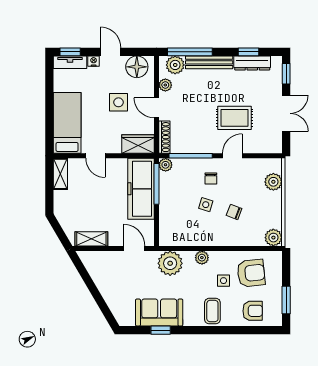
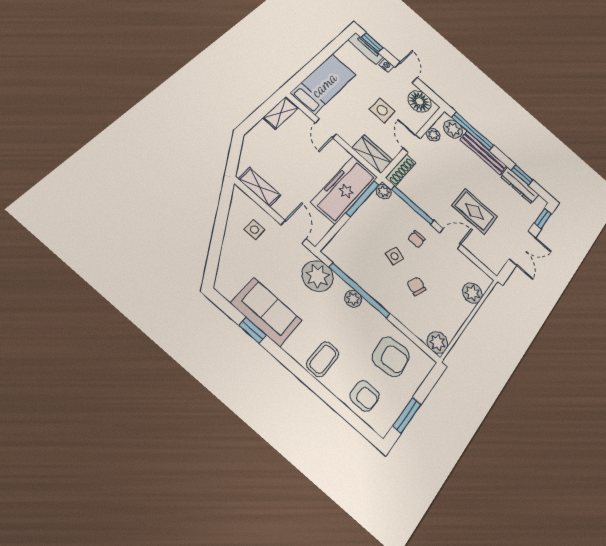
window: (201, 249) -> (359, 290), added
side table: (223, 281) -> (254, 230), moved

